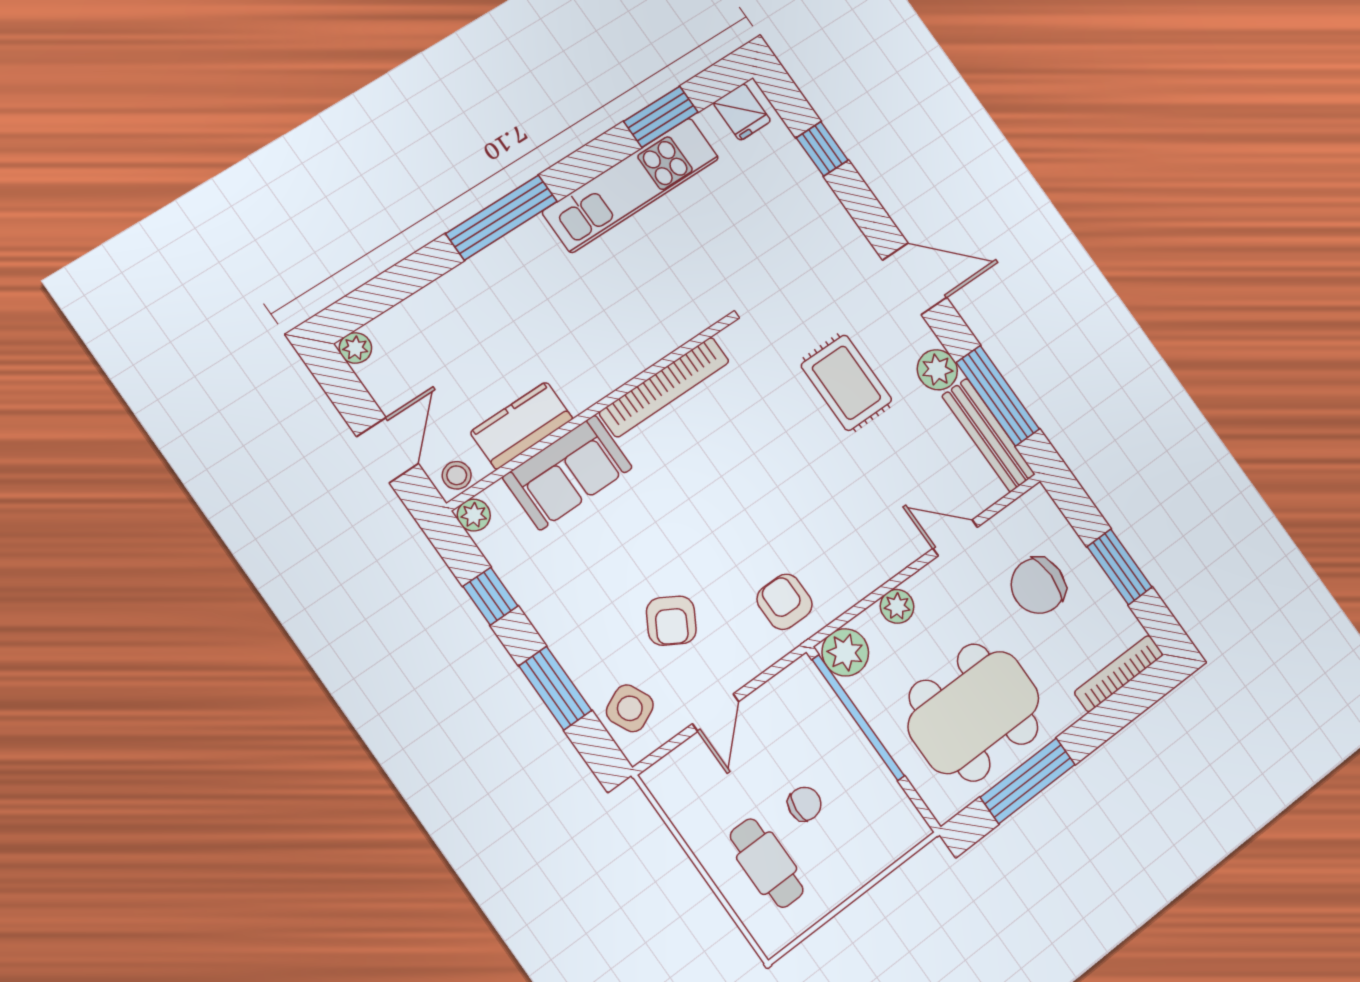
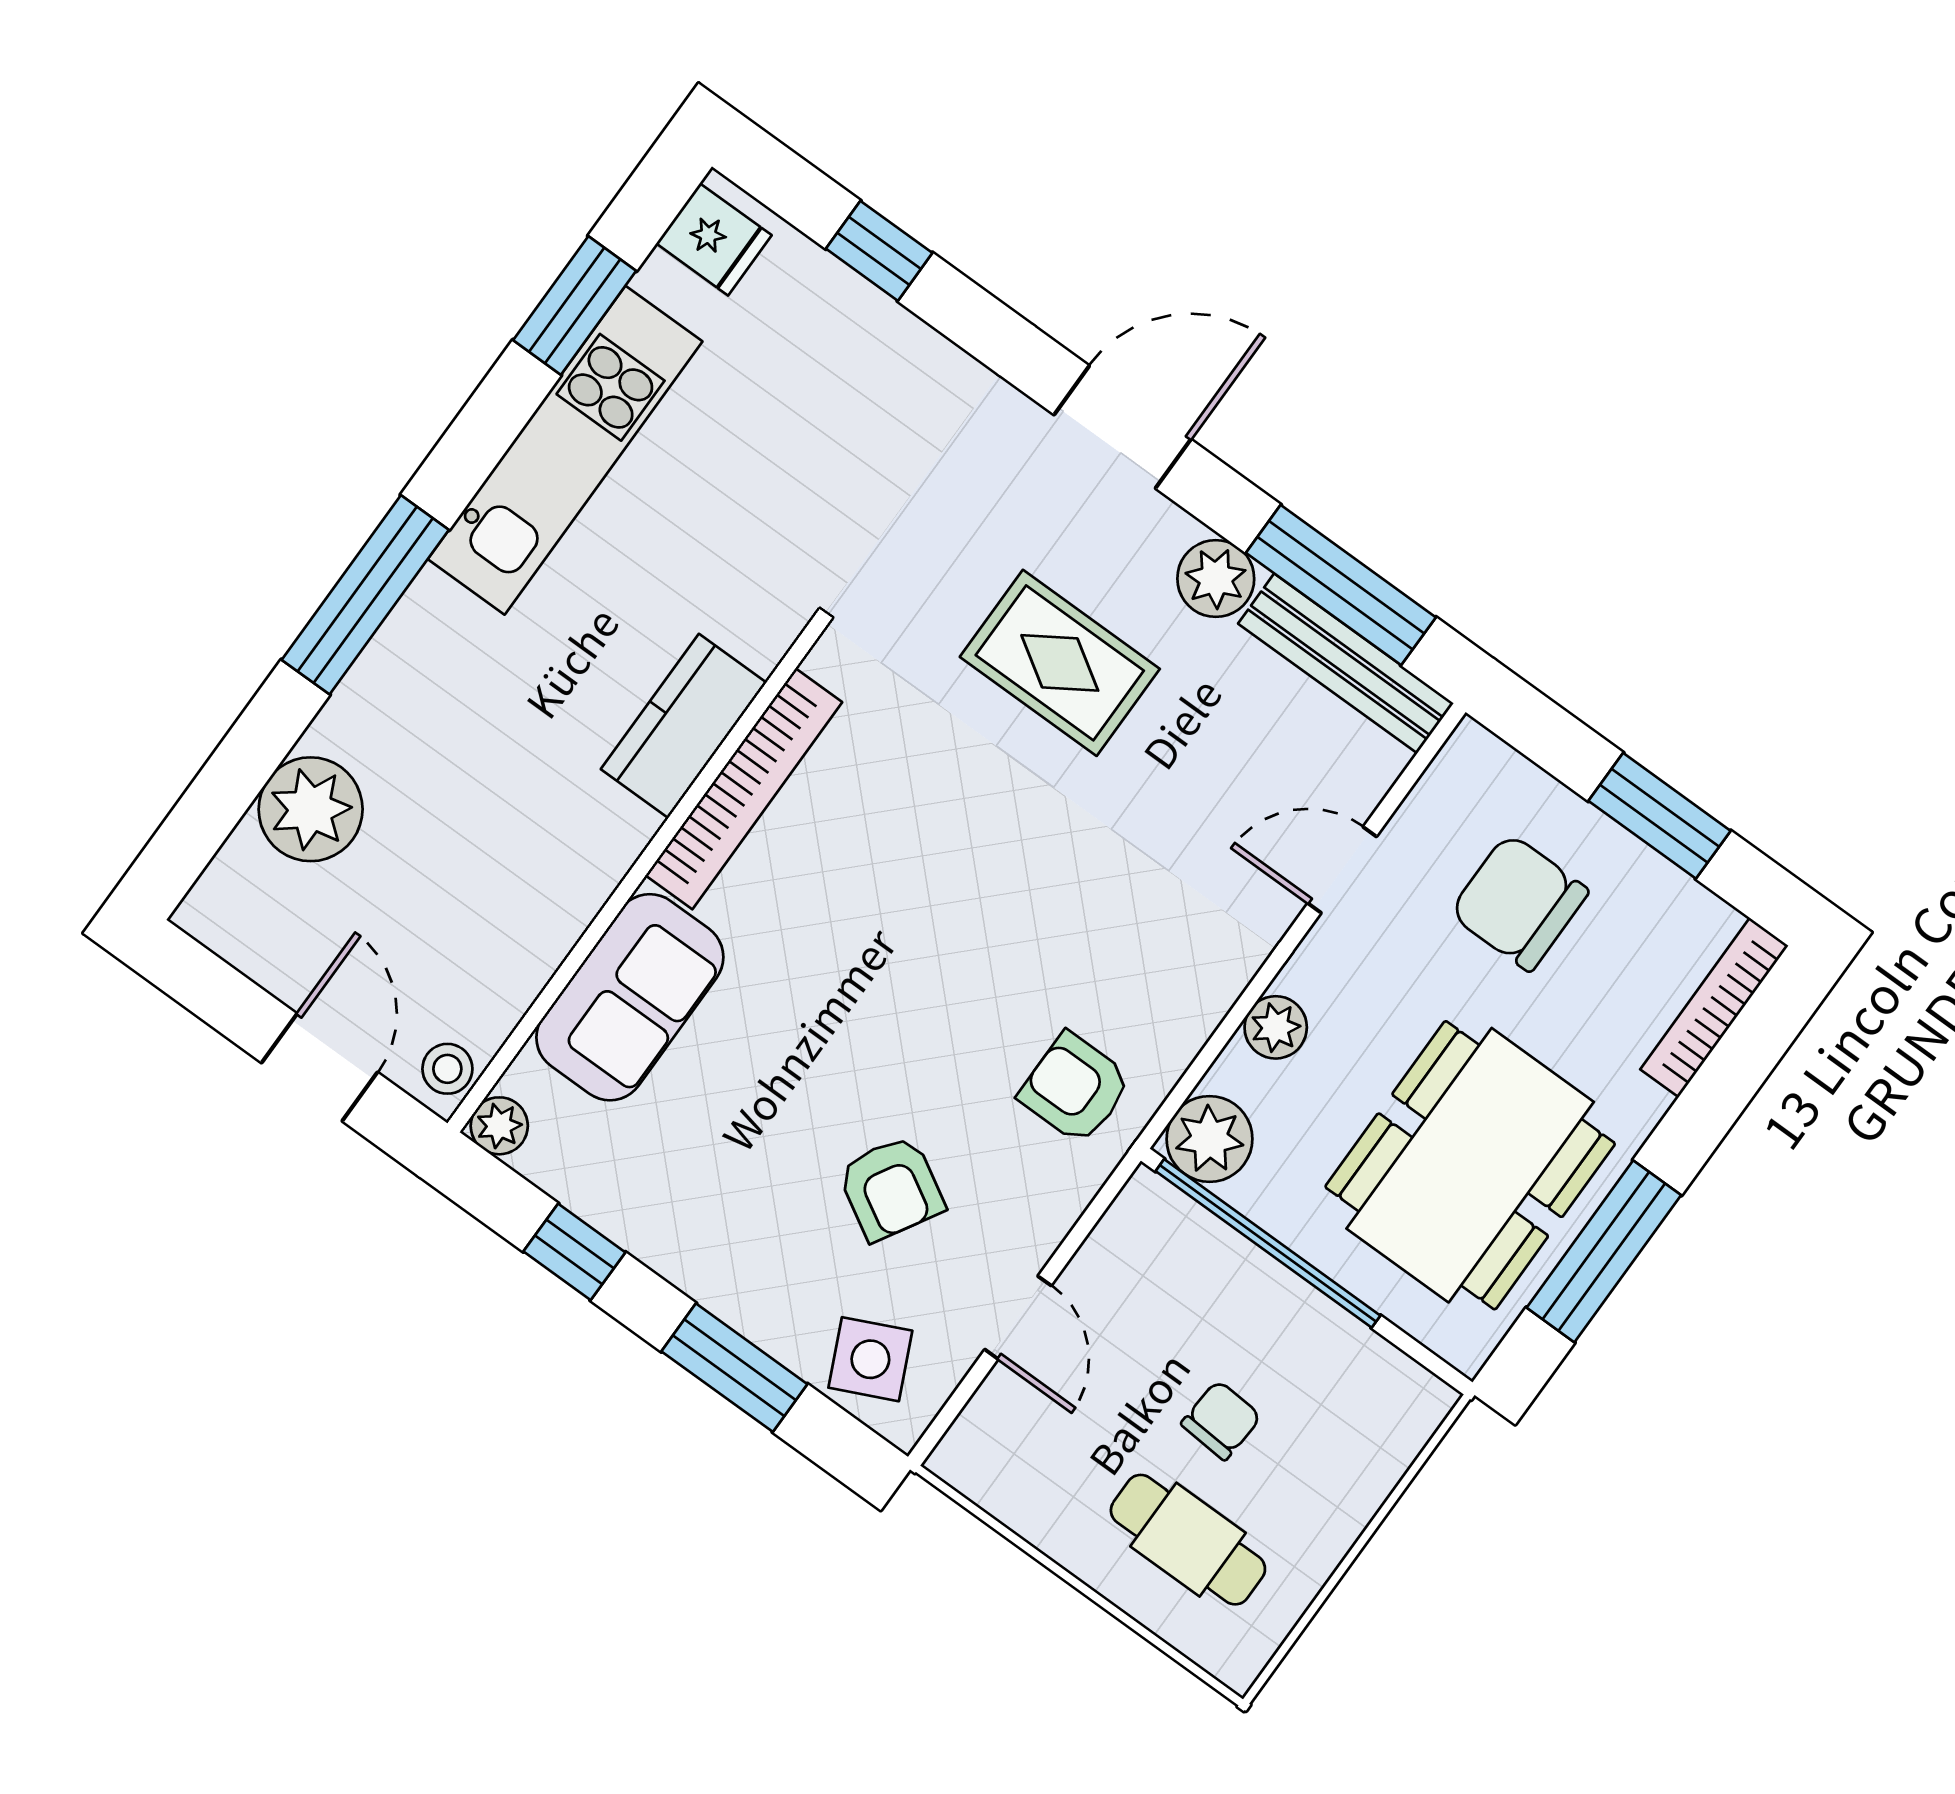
plant: (355, 348) -> (311, 809), moved, width x1.88, depth x1.88
kitchen counter: (522, 425) -> (684, 726), moved
chair: (1038, 586) -> (1519, 902), turned 90

